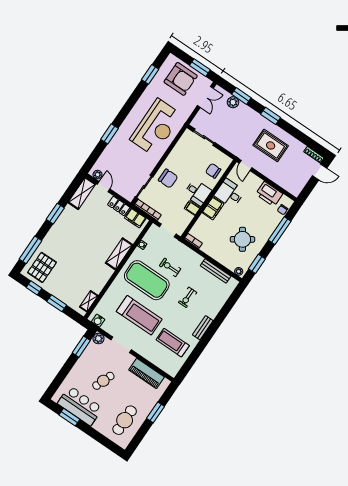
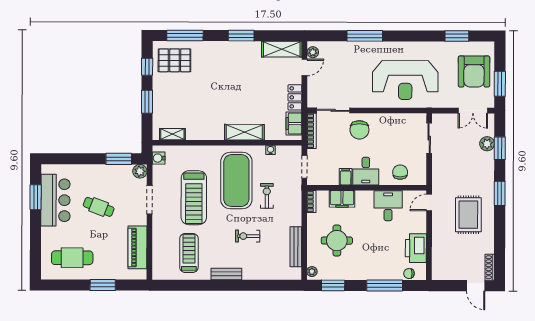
window: (110, 134) -> (365, 36), width x1.44
filing cabinet: (213, 208) -> (342, 199), moved
round table: (242, 239) -> (337, 241), moved, turned 34

